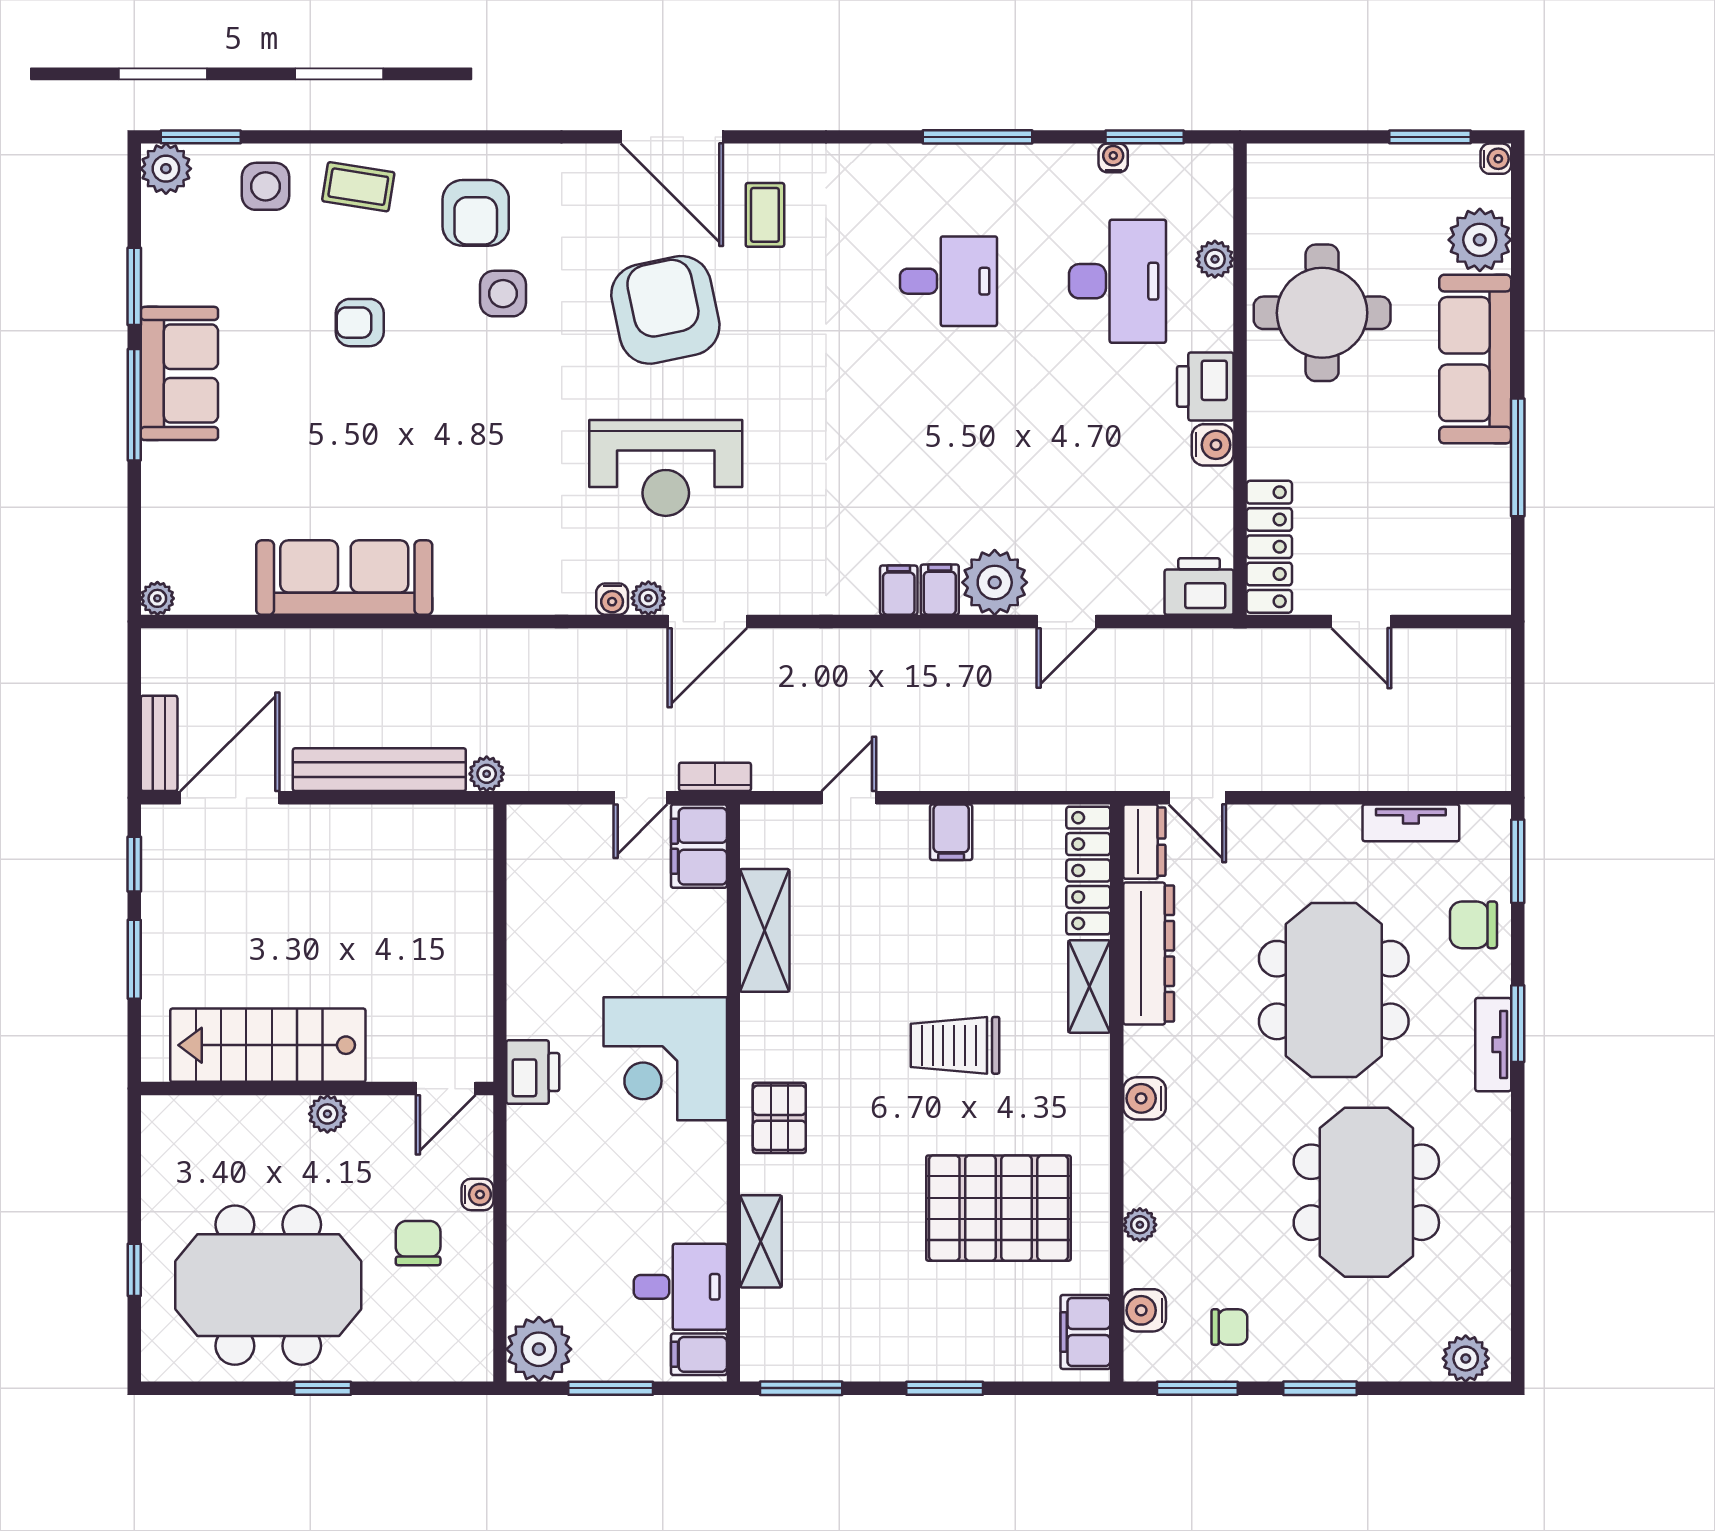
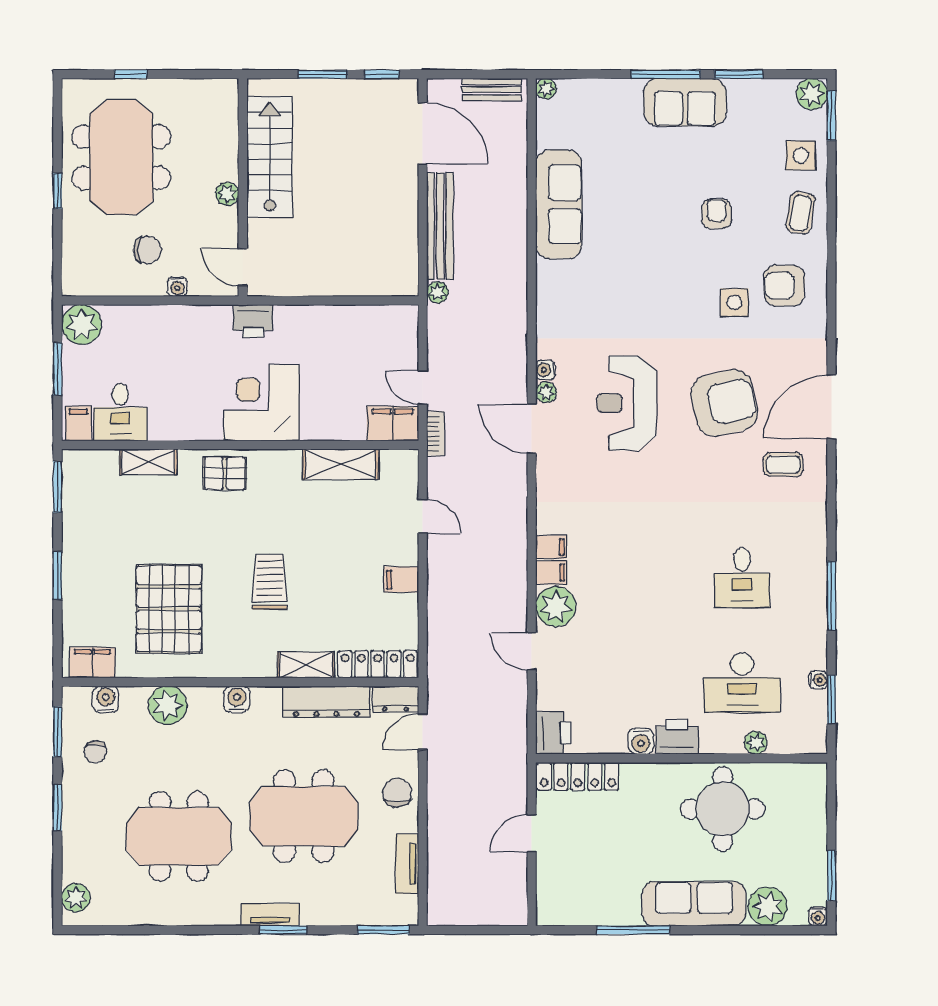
bench: (159, 743) -> (492, 90), moved
chair: (1473, 925) -> (397, 793), moved
plant: (1140, 1225) -> (168, 705), width x1.88, depth x1.88

